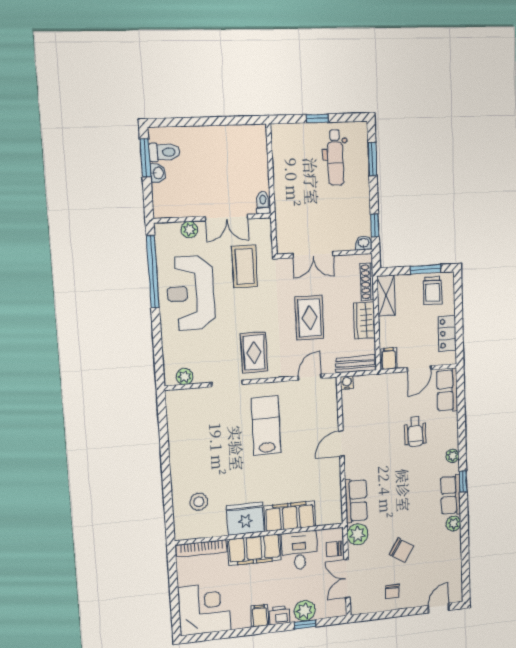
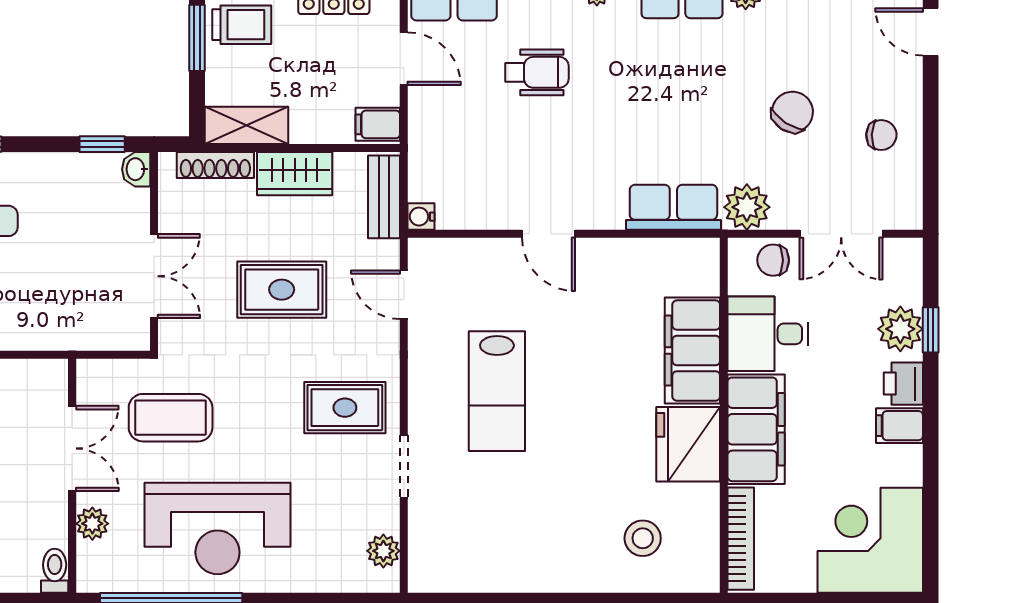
toilet: (263, 203) -> (55, 571), moved, turned 90
lab bench: (266, 426) -> (497, 391), turned -90
chair: (334, 549) -> (773, 260), turned 90

